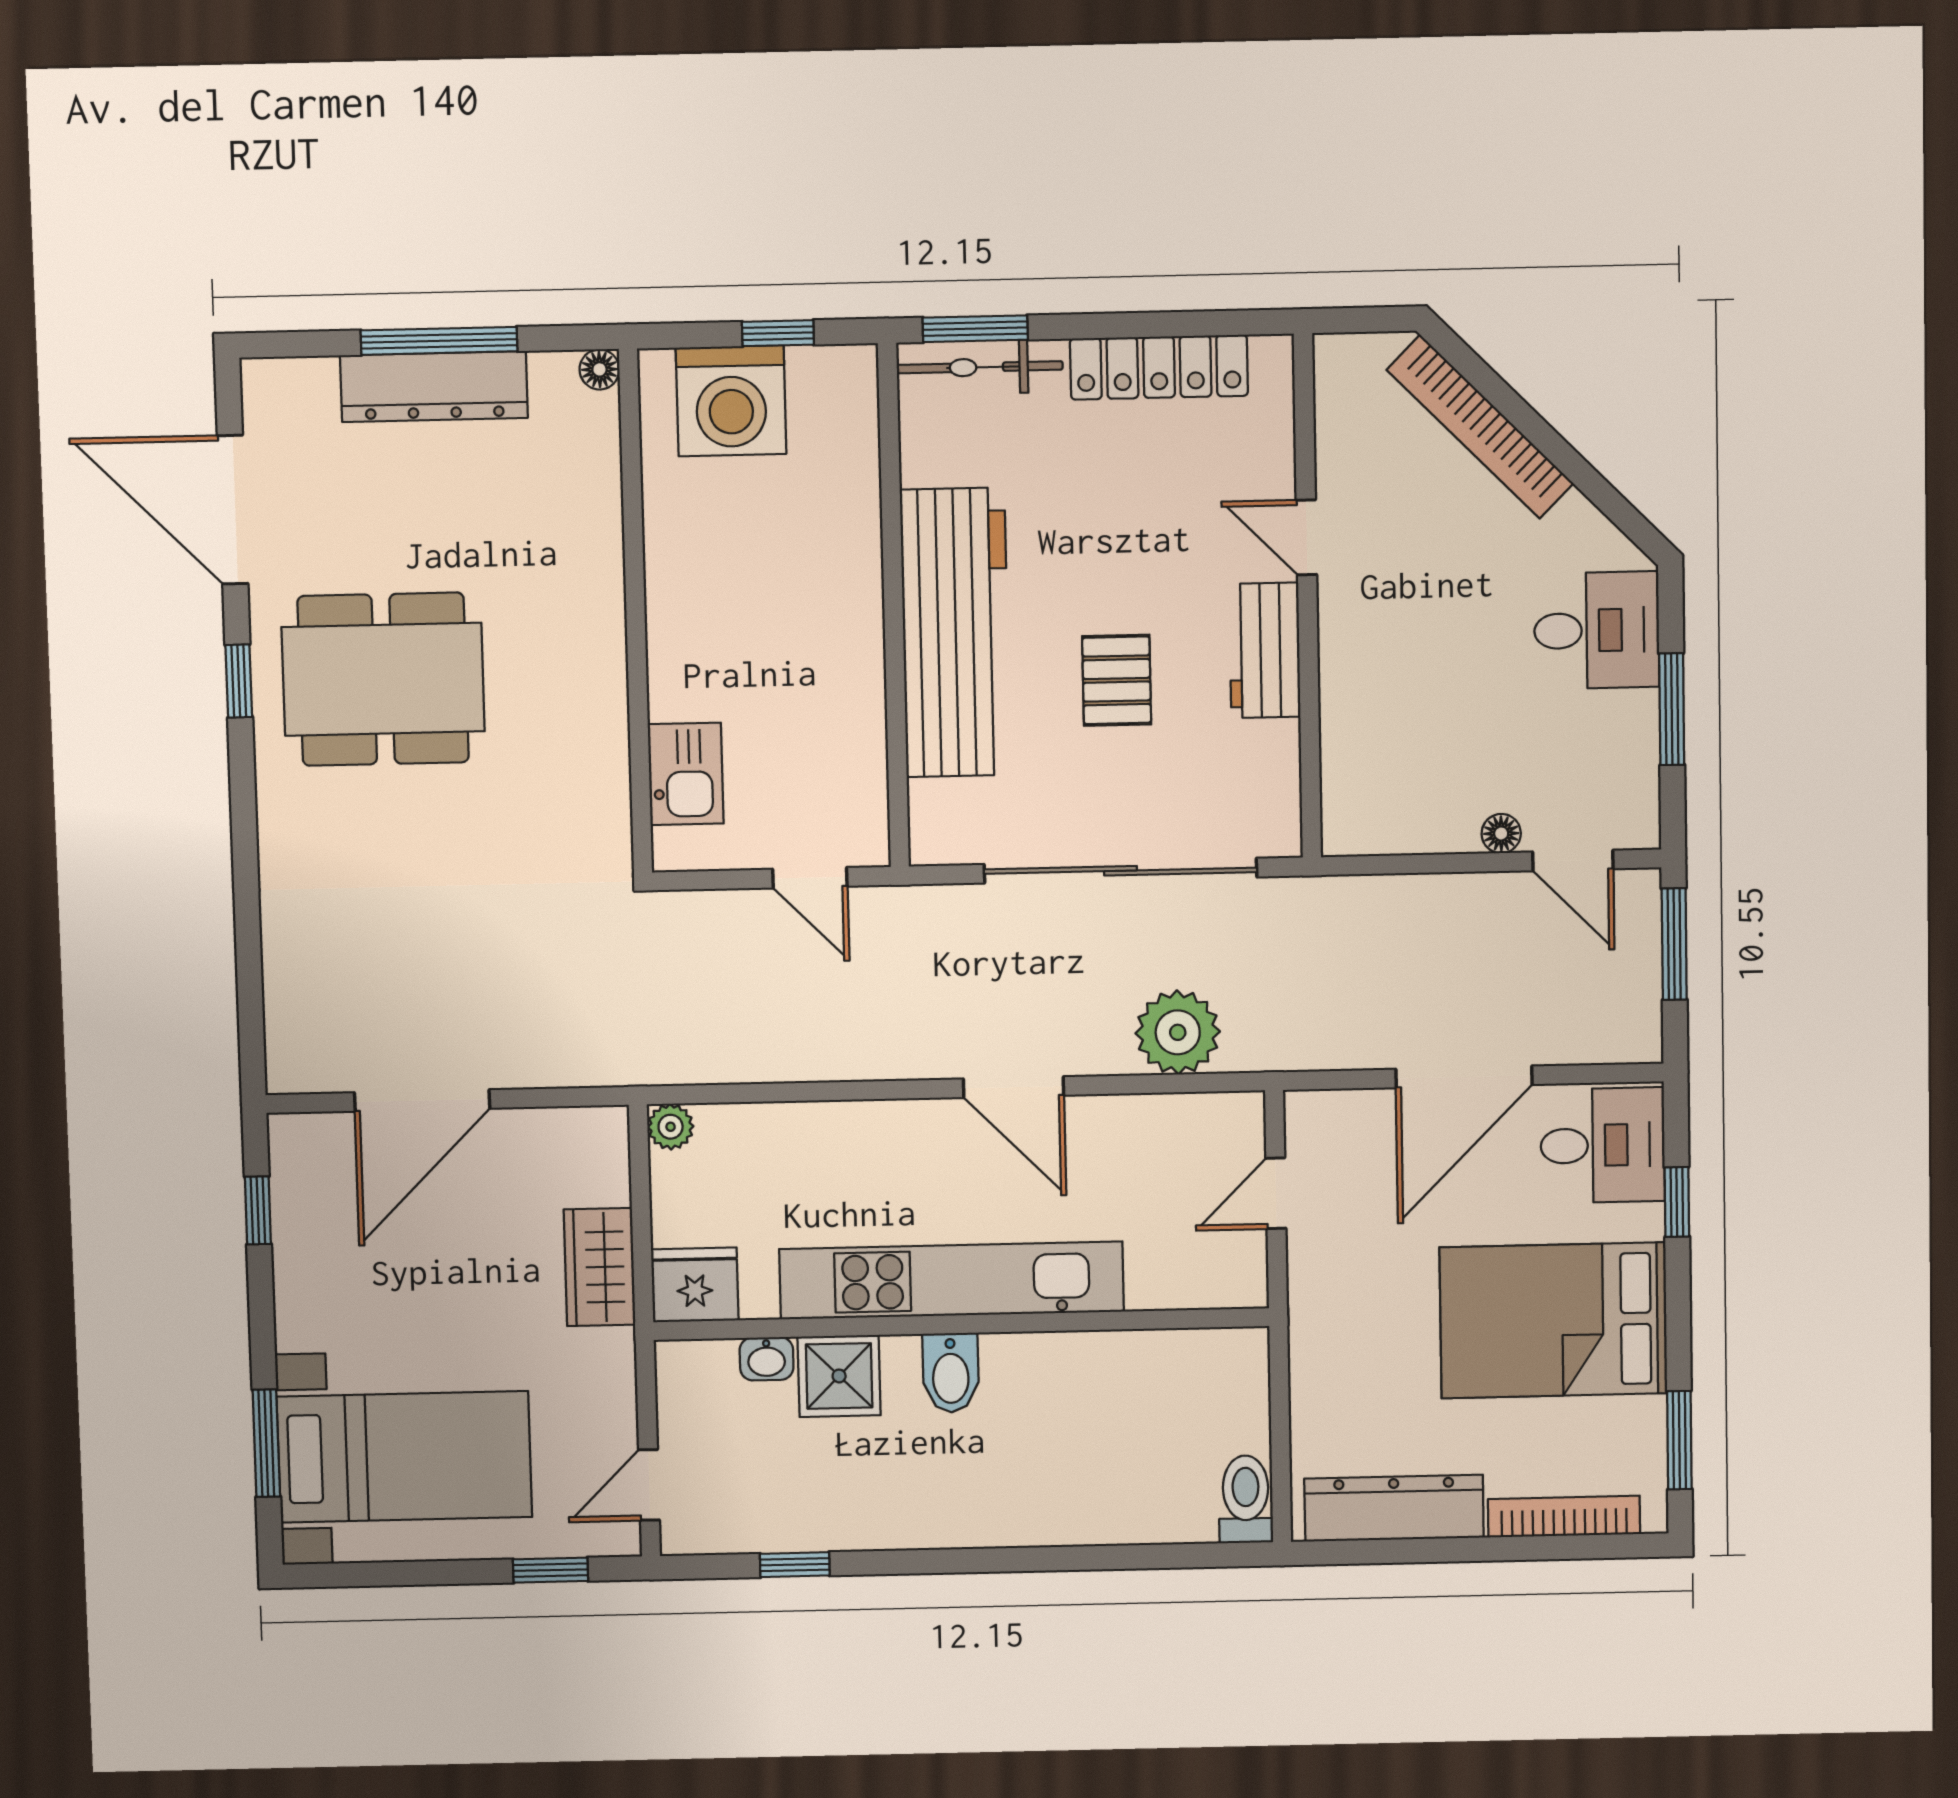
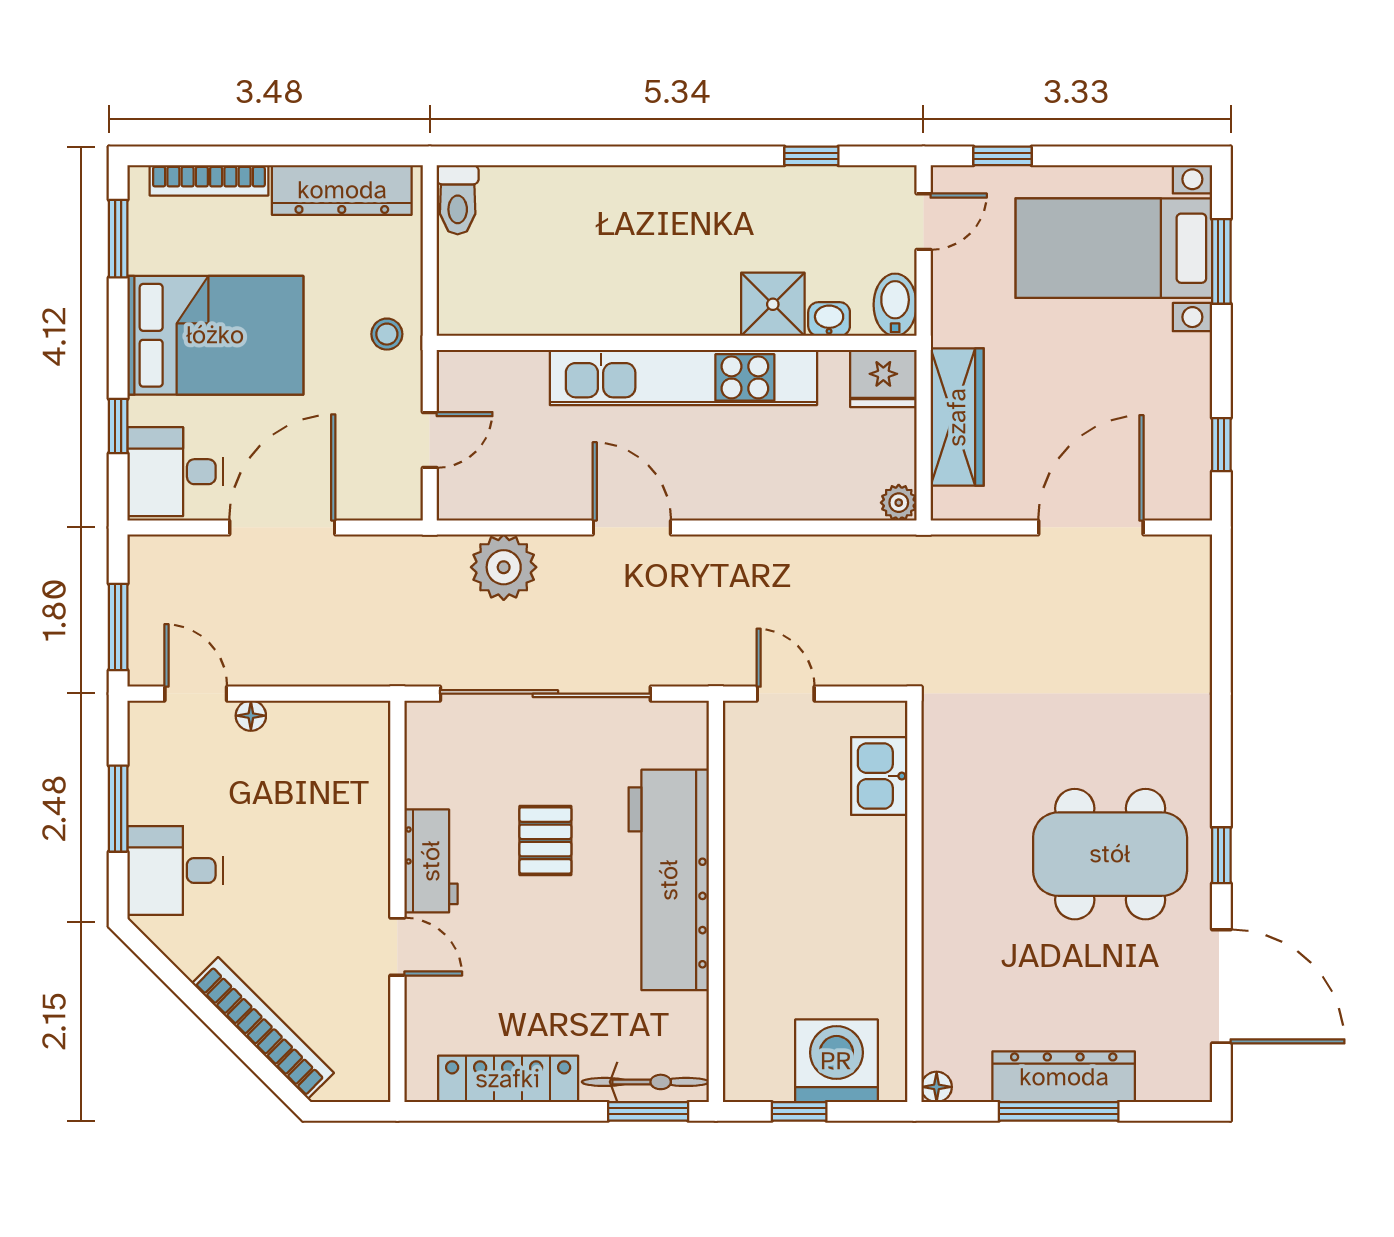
wardrobe: (600, 1267) -> (957, 417), width x1.50
stool: (1333, 1327) -> (387, 334), added
bidet: (951, 1373) -> (895, 305), moved

